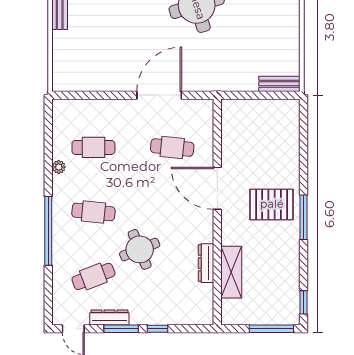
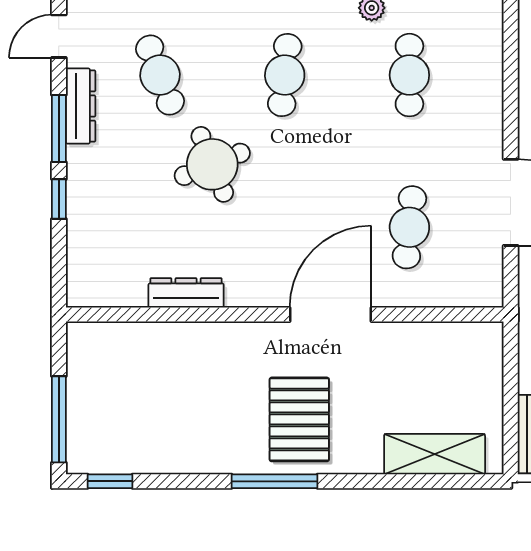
shelving: (231, 272) -> (435, 454), moved

